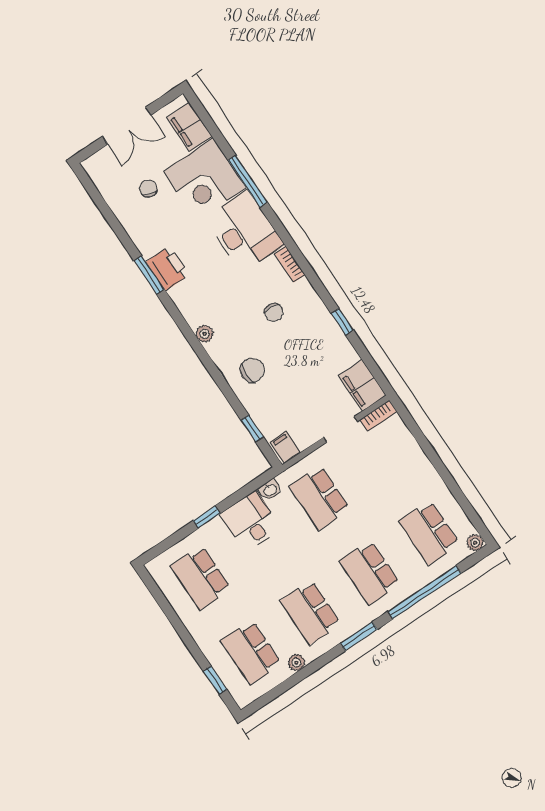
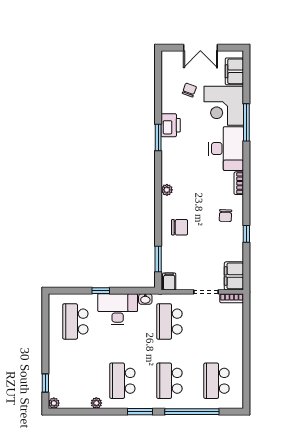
printer: (168, 268) -> (171, 125), moved
chair: (274, 312) -> (225, 216), moved
window: (252, 428) -> (158, 259), width x1.50
desk: (250, 522) -> (118, 309), width x1.37
plant: (475, 543) -> (54, 403), moved
school desk: (251, 652) -> (75, 381), removed

